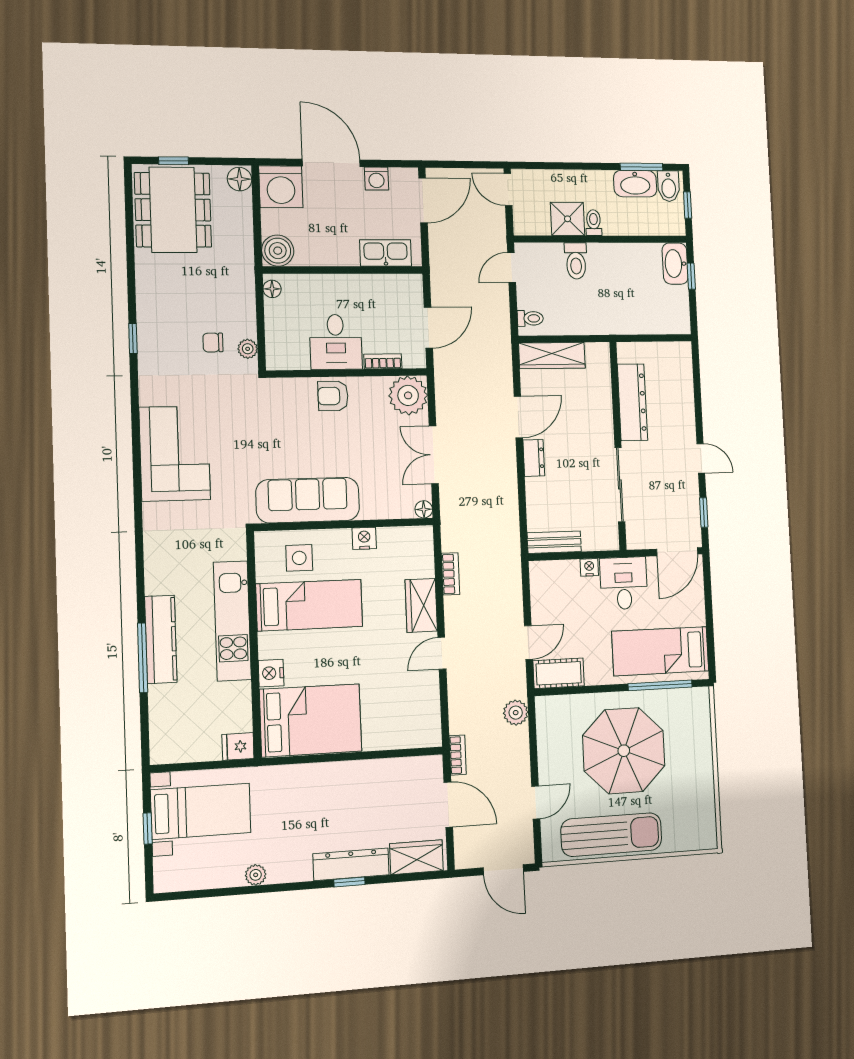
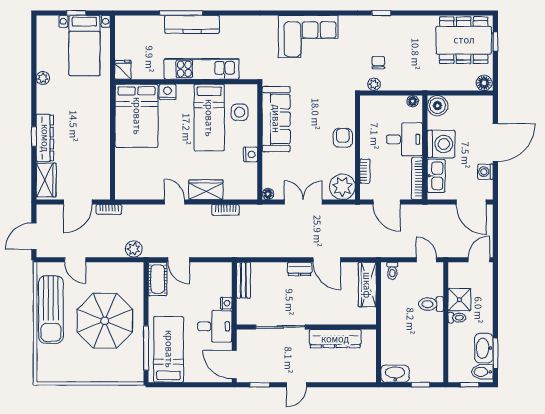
washing machine: (281, 187) -> (441, 144), moved, turned 180
washbasin: (675, 264) -> (395, 374), moved
bookcase: (391, 282) -> (417, 178), added
desk: (336, 342) -> (405, 139), moved, turned 180

